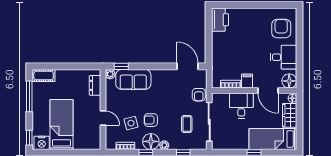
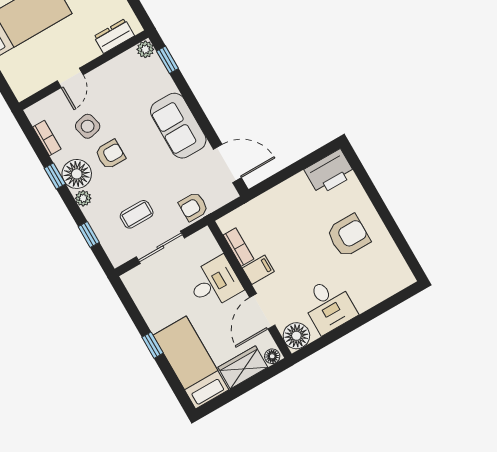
armchair: (281, 29) -> (348, 236), moved
door: (188, 66) -> (227, 163), hinge flipped
sofa: (133, 79) -> (178, 126), moved
armchair: (151, 120) -> (110, 154), turned 90
sliding door: (209, 122) -> (160, 247), width x0.73

